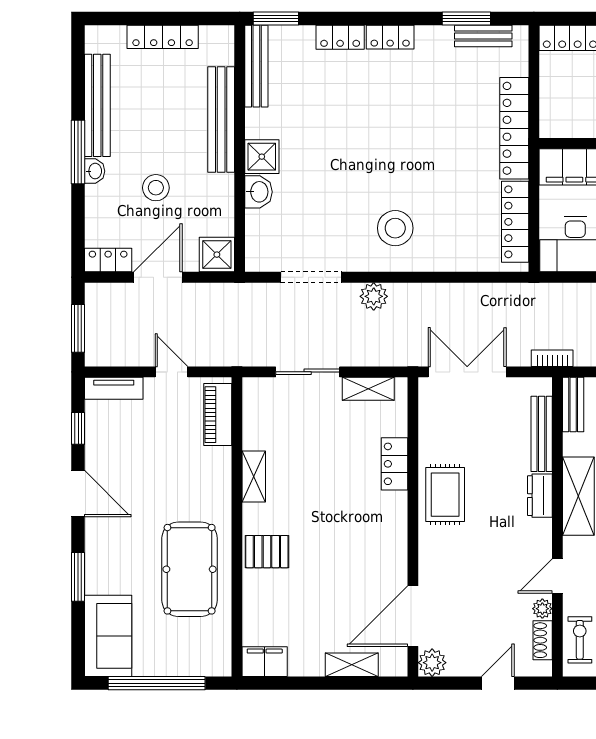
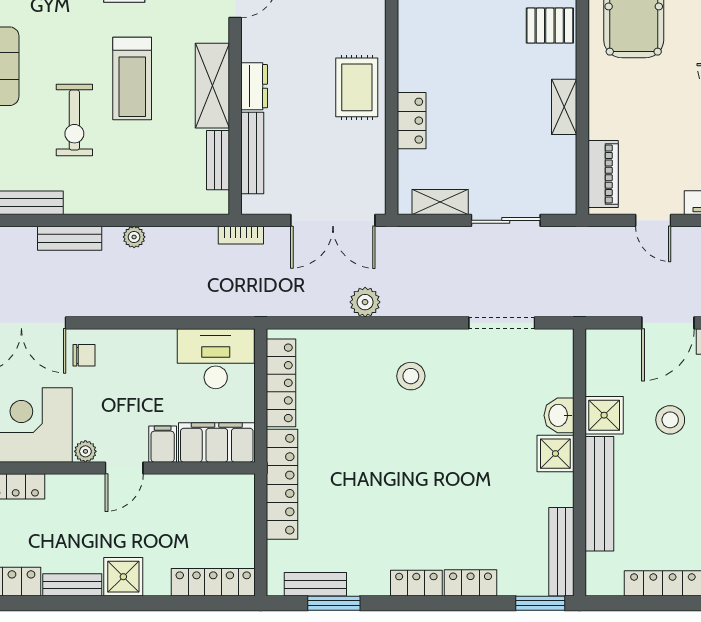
stool: (395, 228) -> (411, 376), width x0.73, depth x0.73
shower: (217, 255) -> (604, 415), moved
plant: (374, 296) -> (365, 302), moved
bench: (573, 404) -> (218, 160), moved

